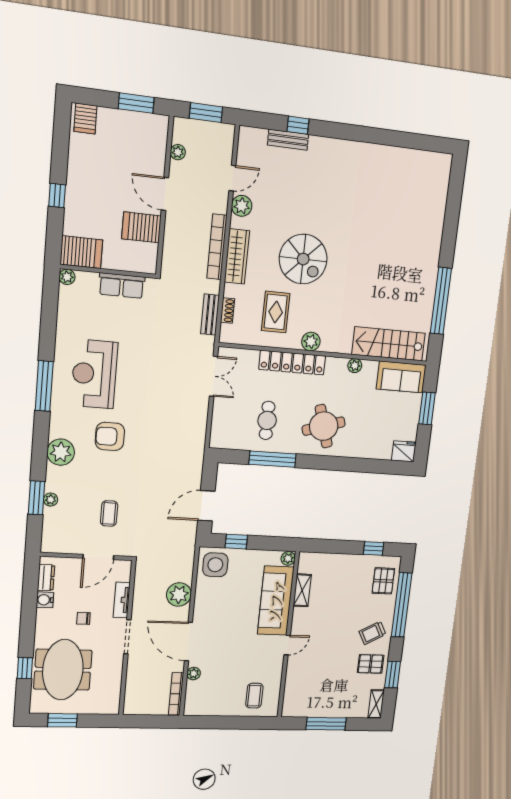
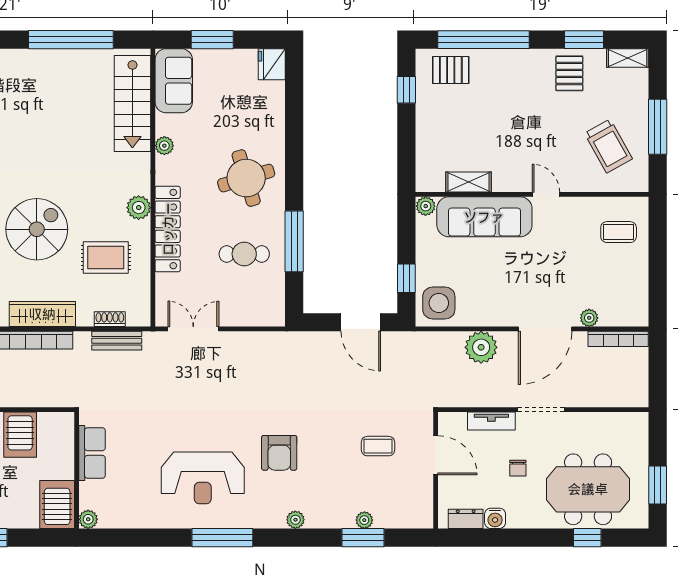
plant: (61, 452) -> (295, 520), width x0.53, depth x0.53
trolley: (372, 633) -> (608, 146), moved, width x1.36, depth x1.39

